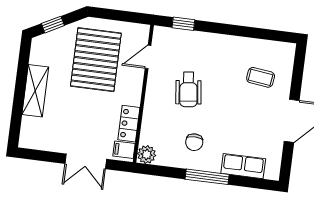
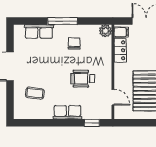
row of seats: (217, 43) -> (67, 112), added
door: (148, 57) -> (113, 97), hinge flipped
wheelchair: (188, 90) -> (83, 79), turned -83

